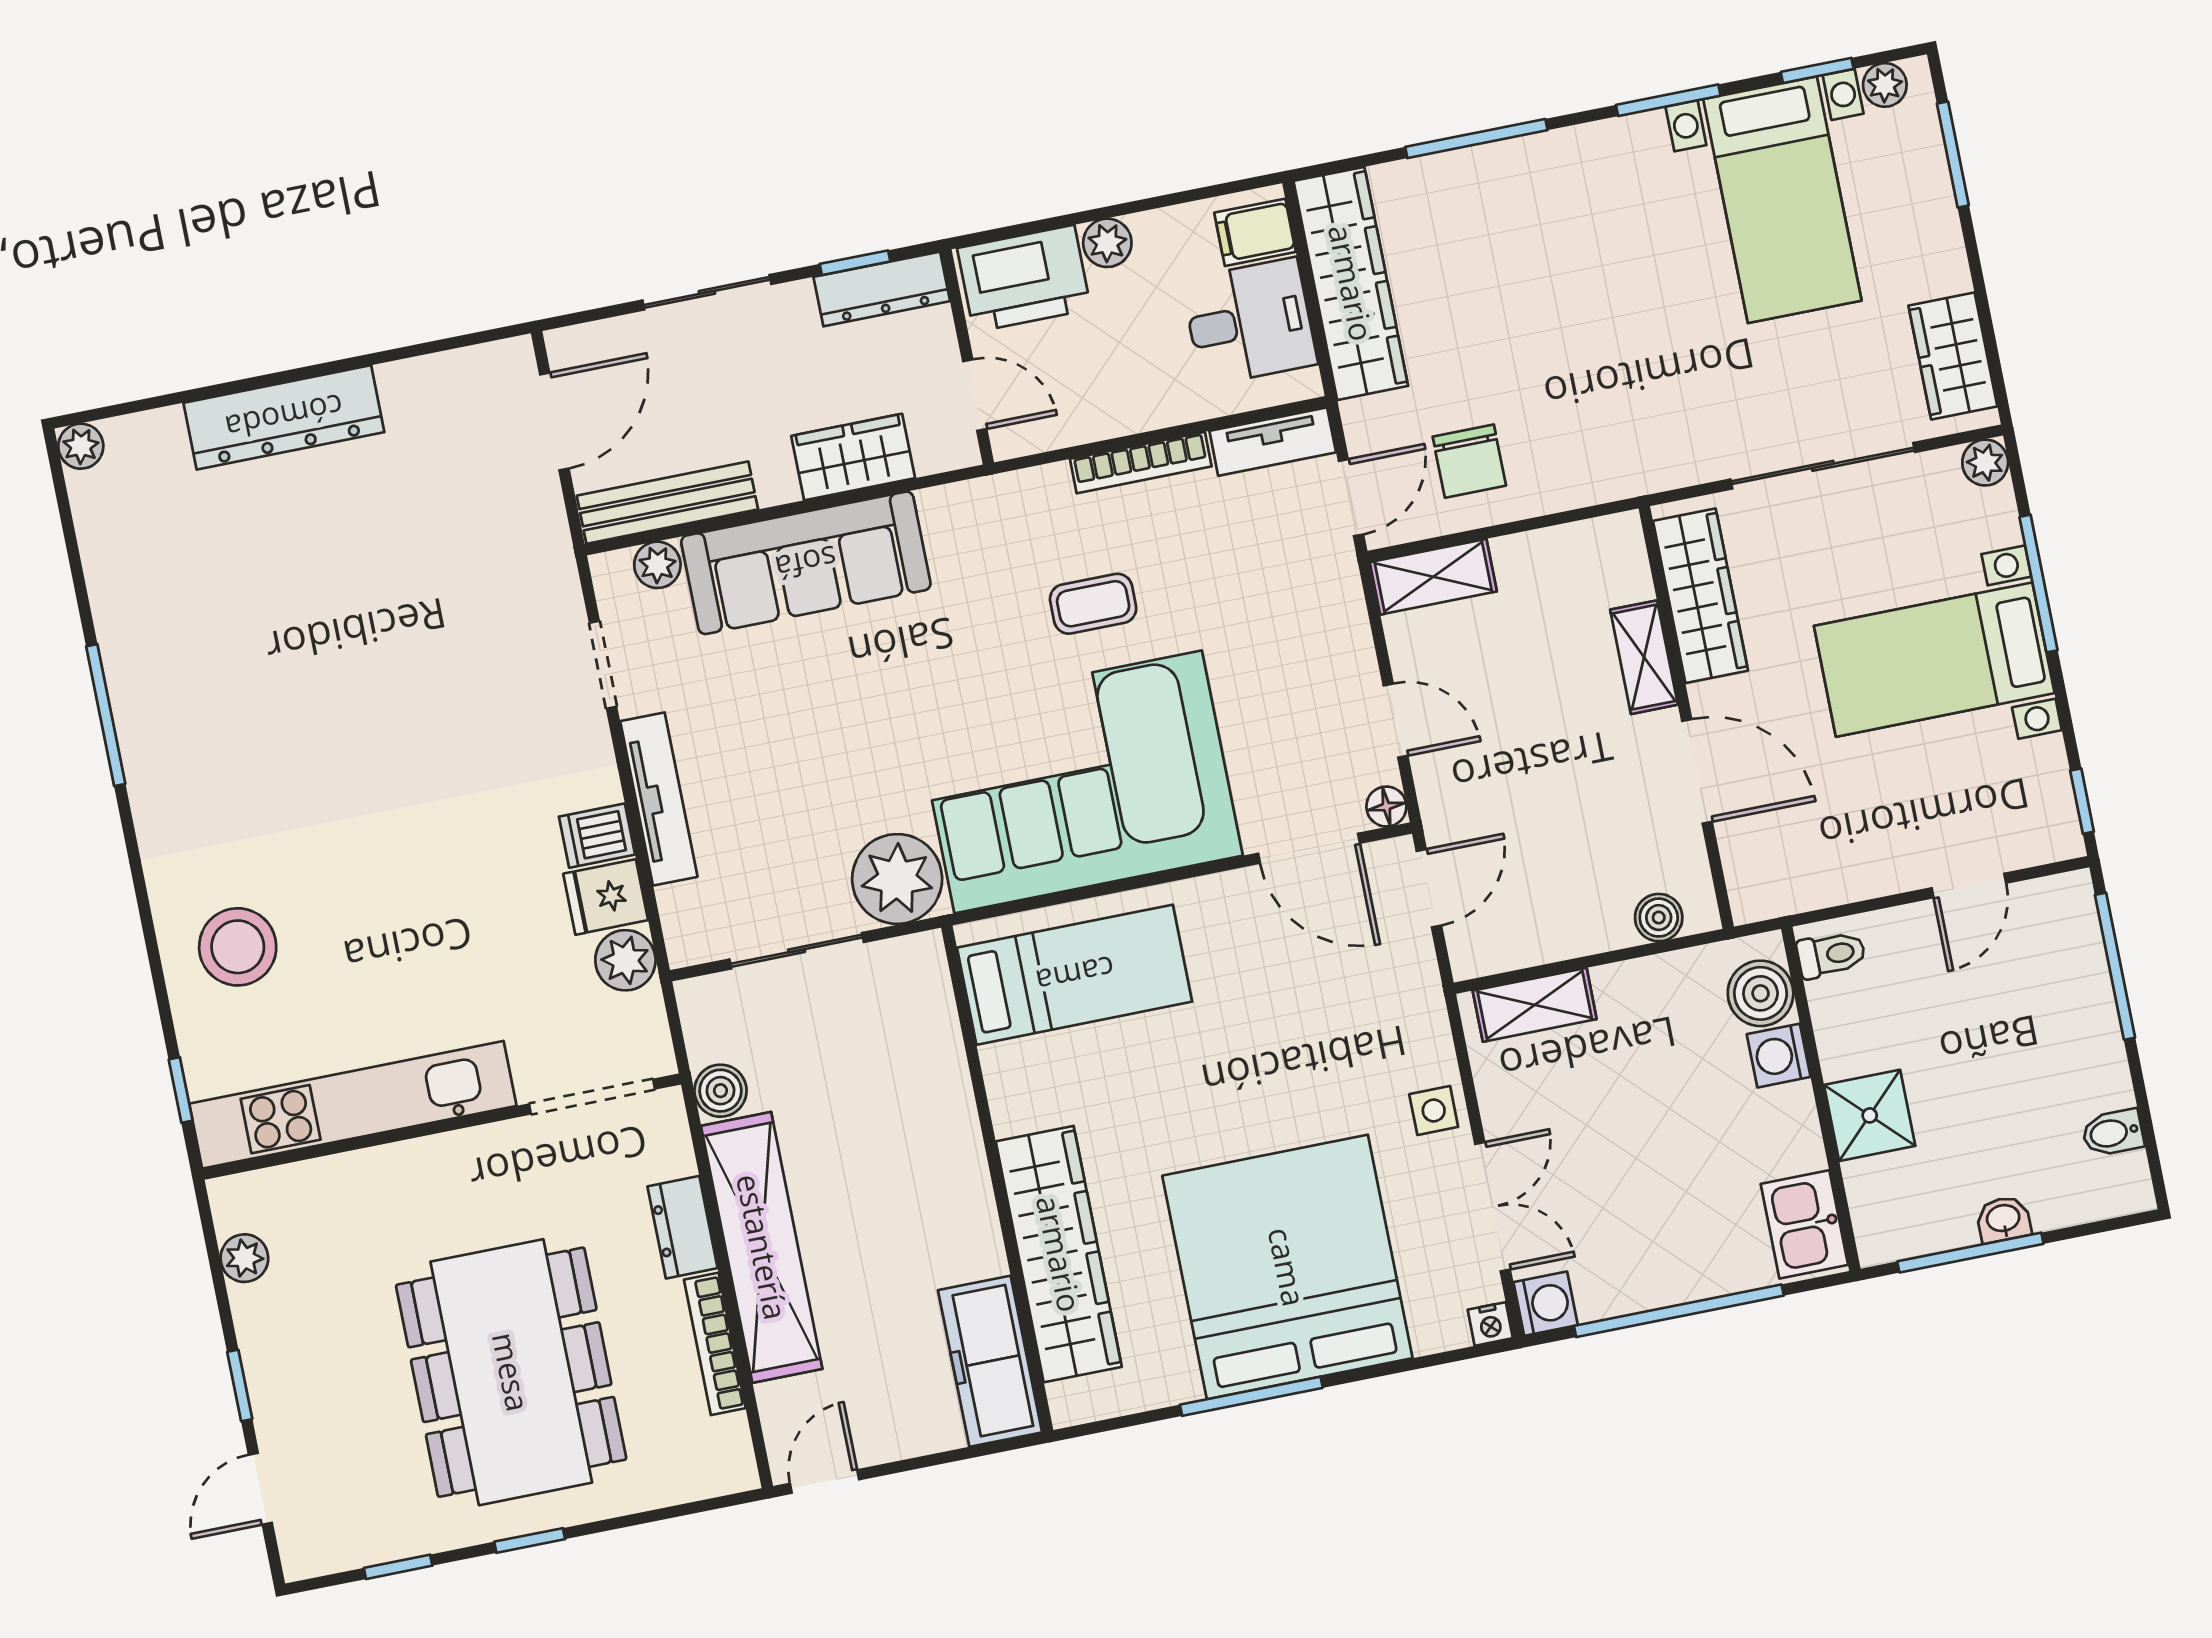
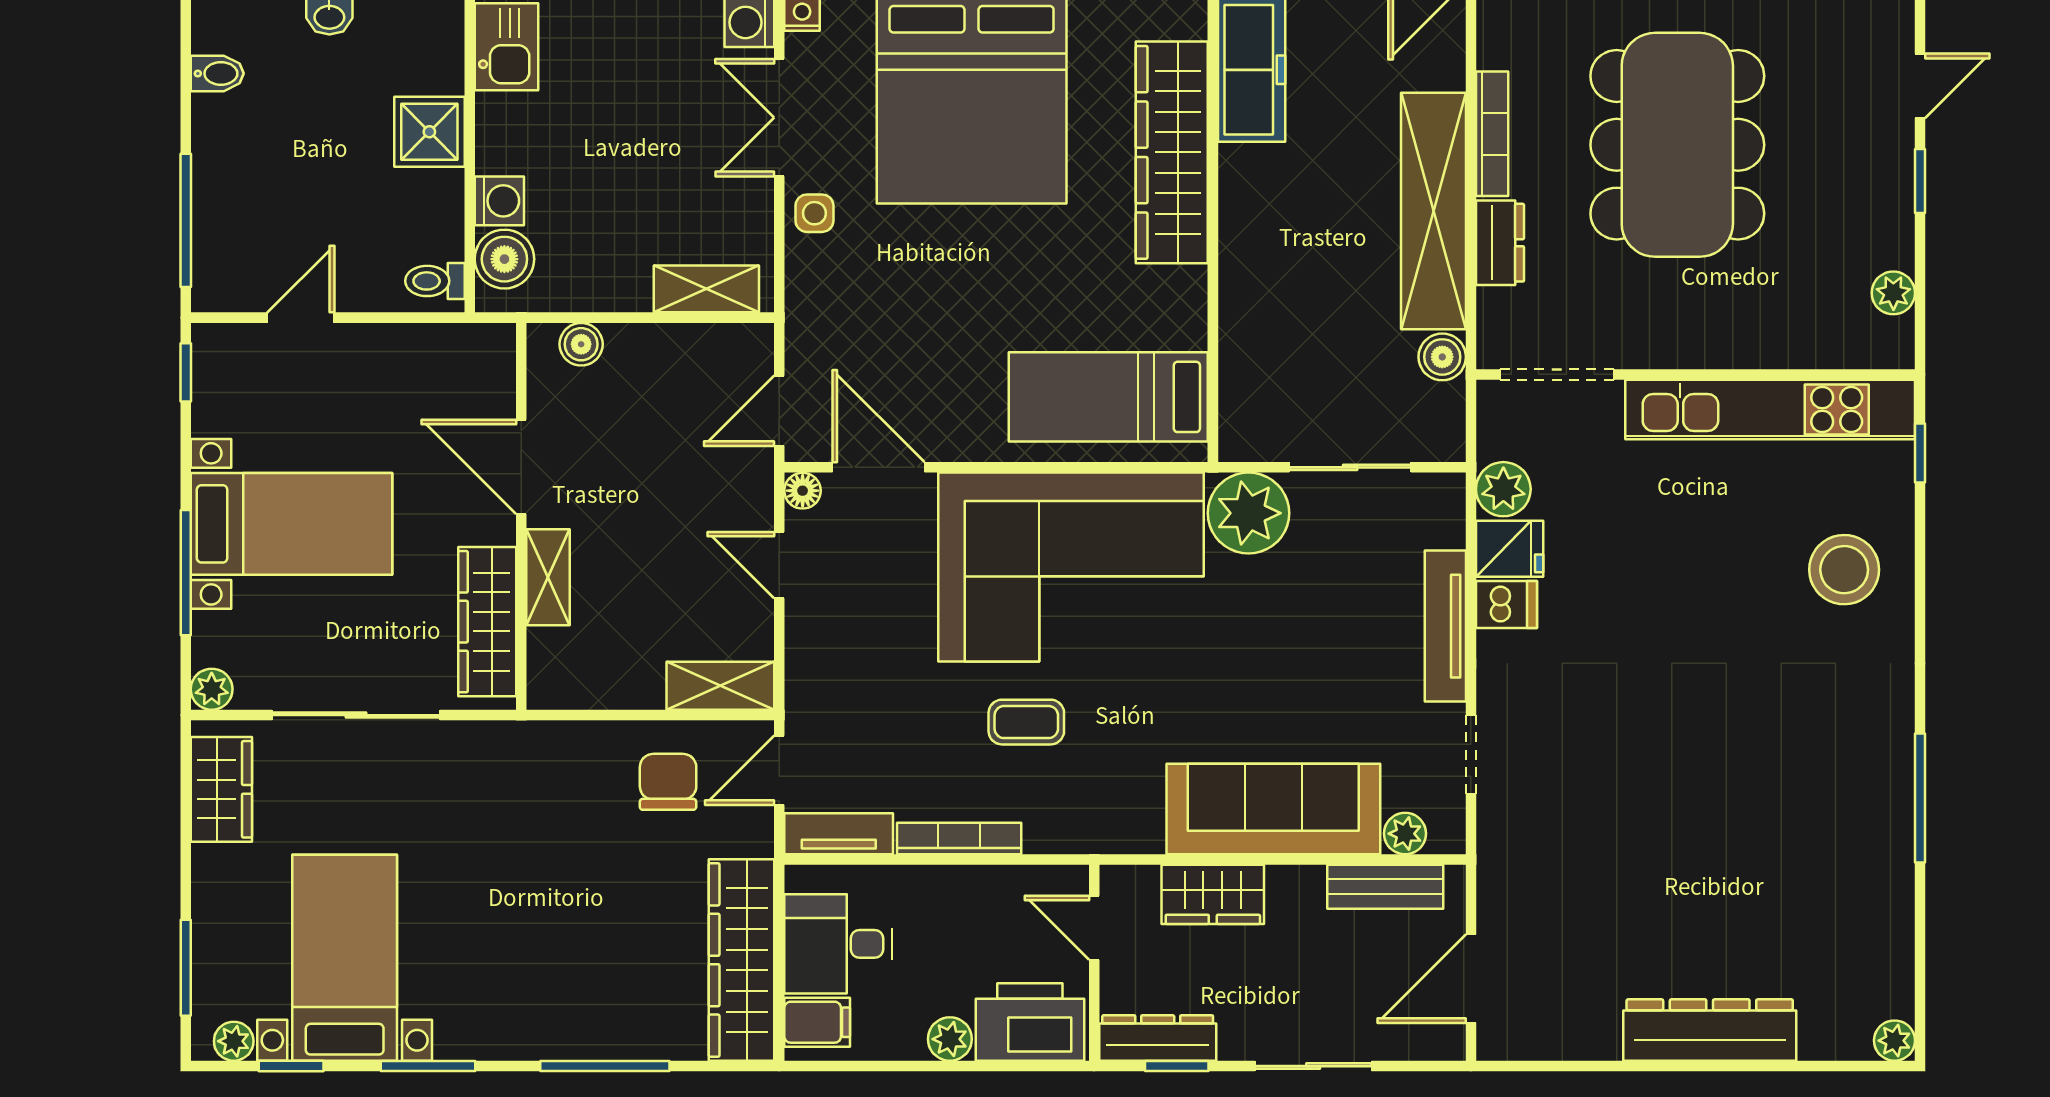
bench: (667, 503) -> (1385, 887), width x0.73

